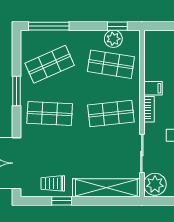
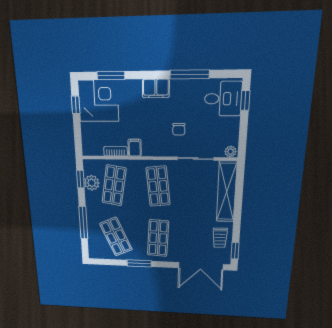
window: (49, 26) -> (83, 223), moved
bookcase: (149, 109) -> (116, 151), moved
plant: (155, 184) -> (231, 152), width x0.53, depth x0.53
window: (62, 201) -> (235, 251), moved

